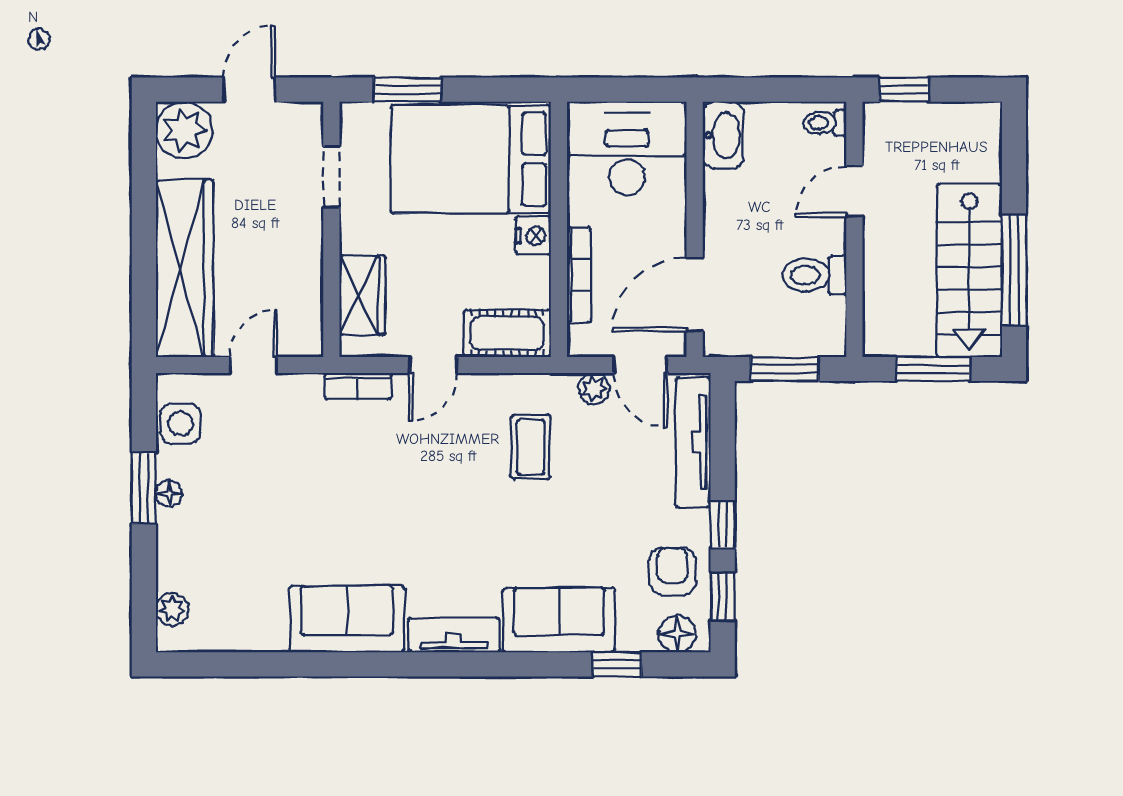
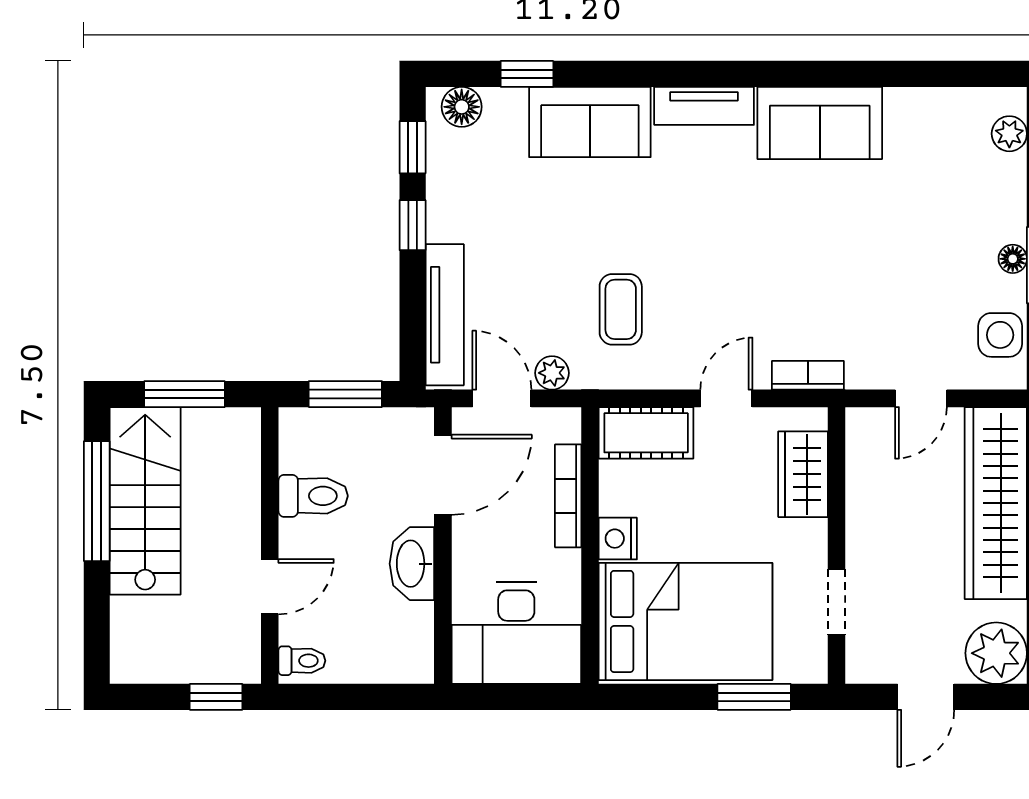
washbasin: (723, 135) -> (412, 564), moved
armchair: (672, 571) -> (467, 175), removed

